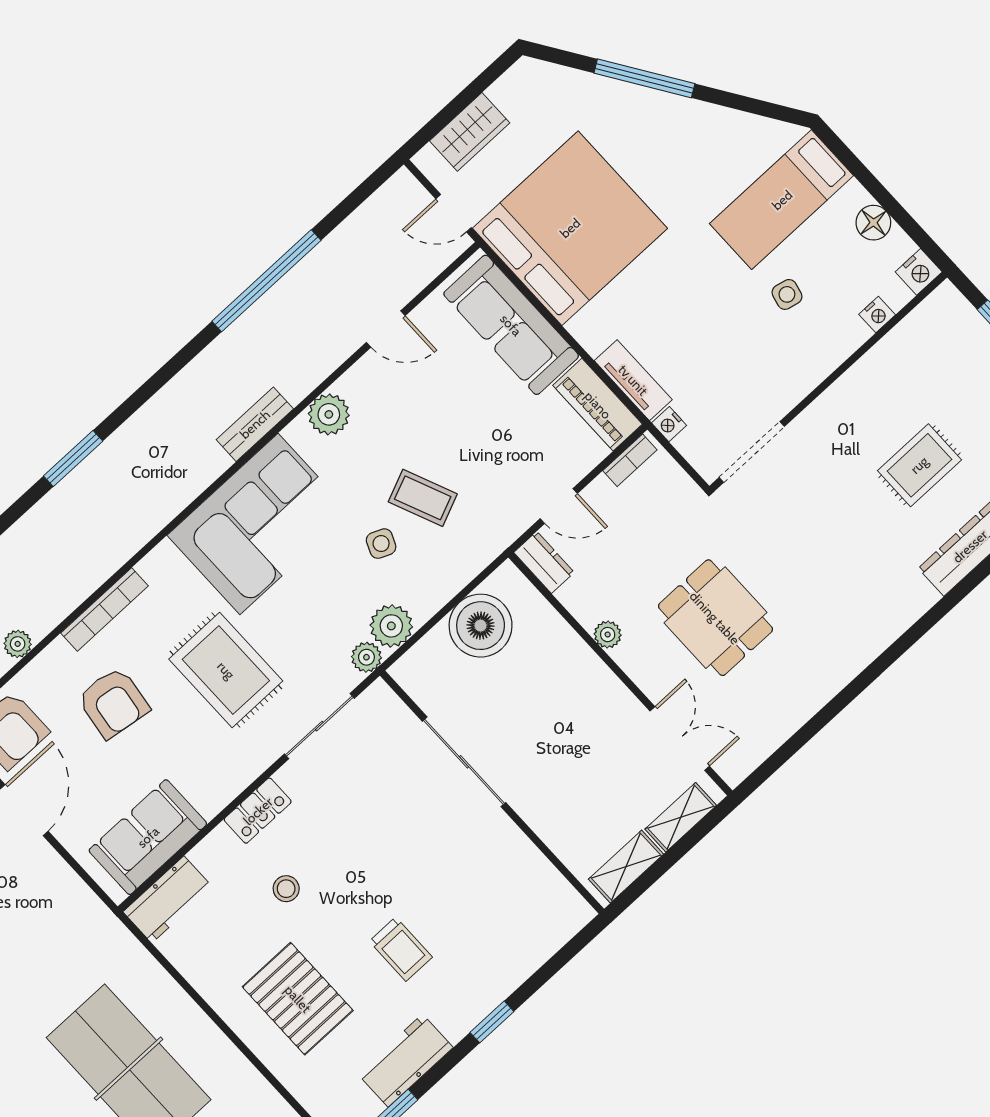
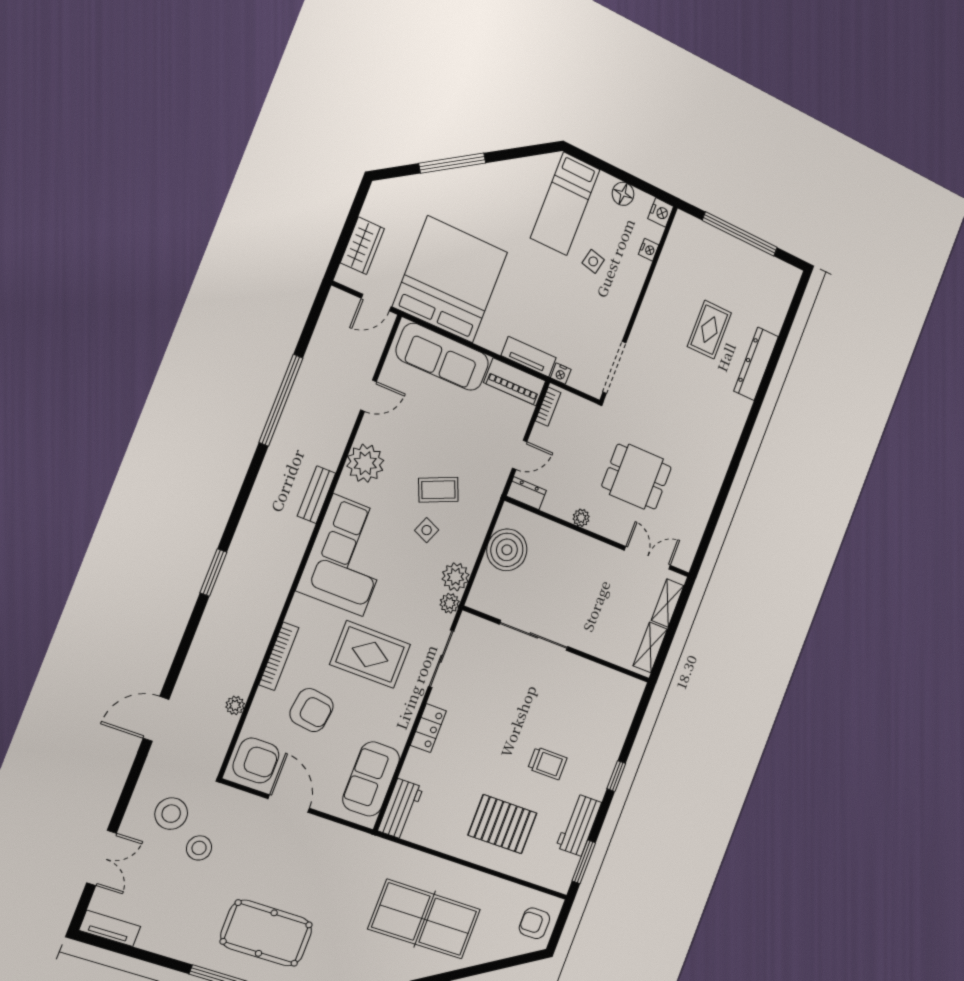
plant: (329, 414) -> (365, 463), width x1.36, depth x1.36
stool: (286, 889) -> (466, 765), removed

